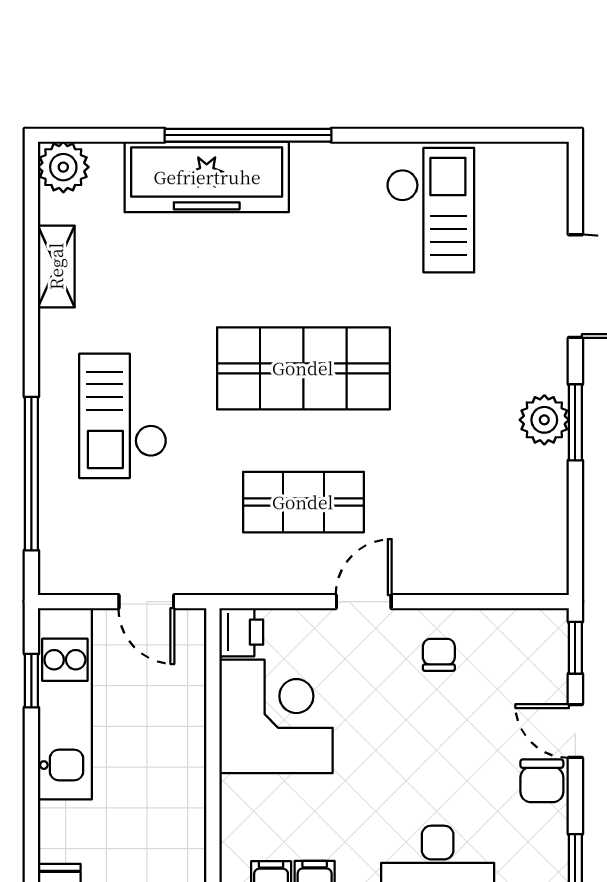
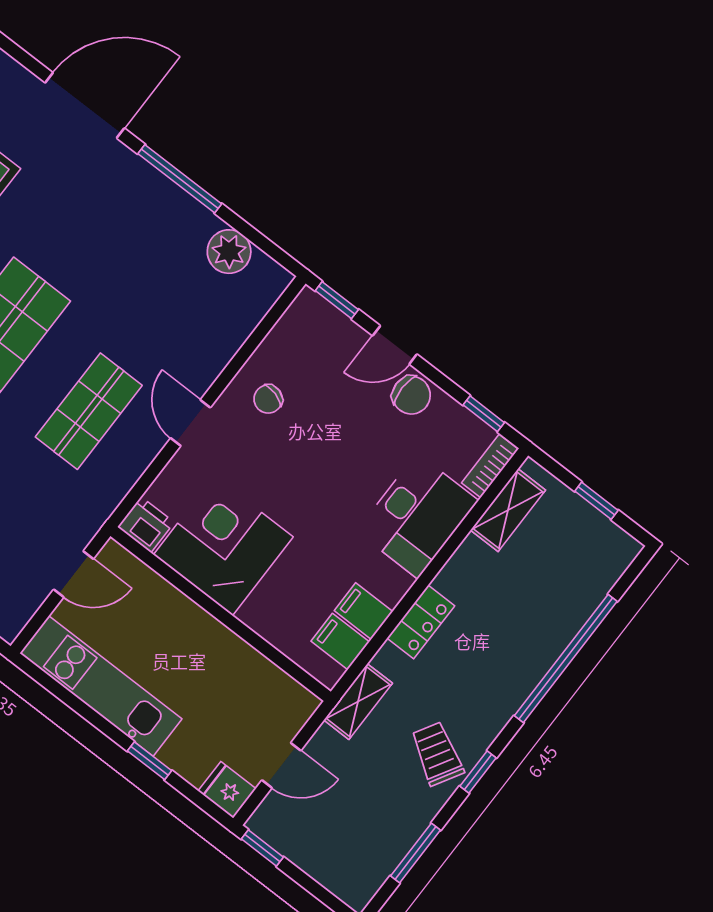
plant: (544, 420) -> (229, 252), moved
window: (575, 422) -> (180, 179), width x1.44
chair: (439, 655) -> (268, 399), turned -74
window: (31, 681) -> (150, 761), moved

